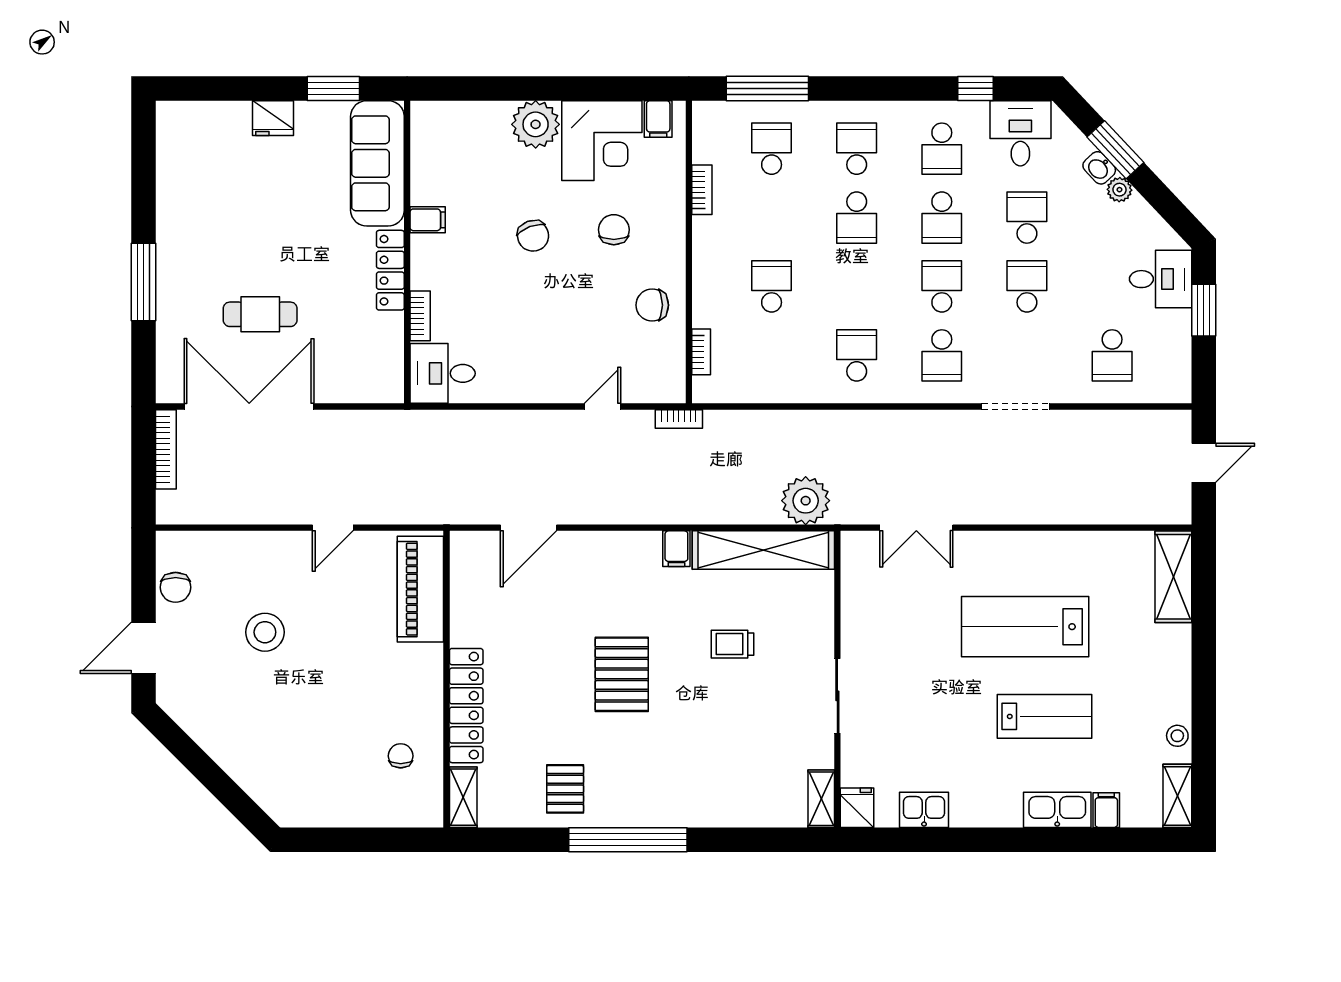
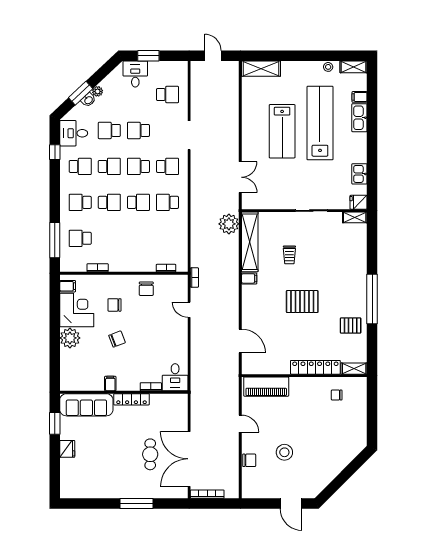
school desk: (772, 286) -> (138, 202), moved, turned 180
chair: (176, 587) -> (249, 460), moved
lab bench: (1045, 716) -> (320, 123), width x1.86, depth x1.39

